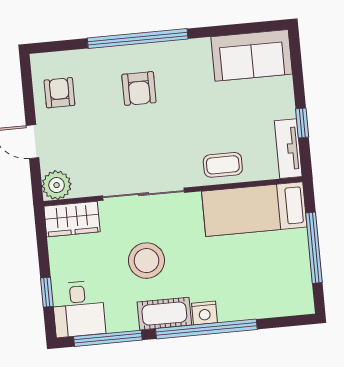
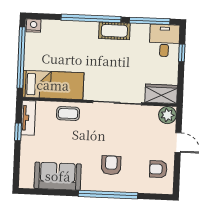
sofa: (252, 55) -> (58, 176), moved
armchair: (59, 93) -> (158, 169), turned 90
window: (314, 248) -> (21, 57), width x1.46
stool: (146, 261) -> (121, 63), removed
nightstand: (205, 313) -> (34, 26), moved

